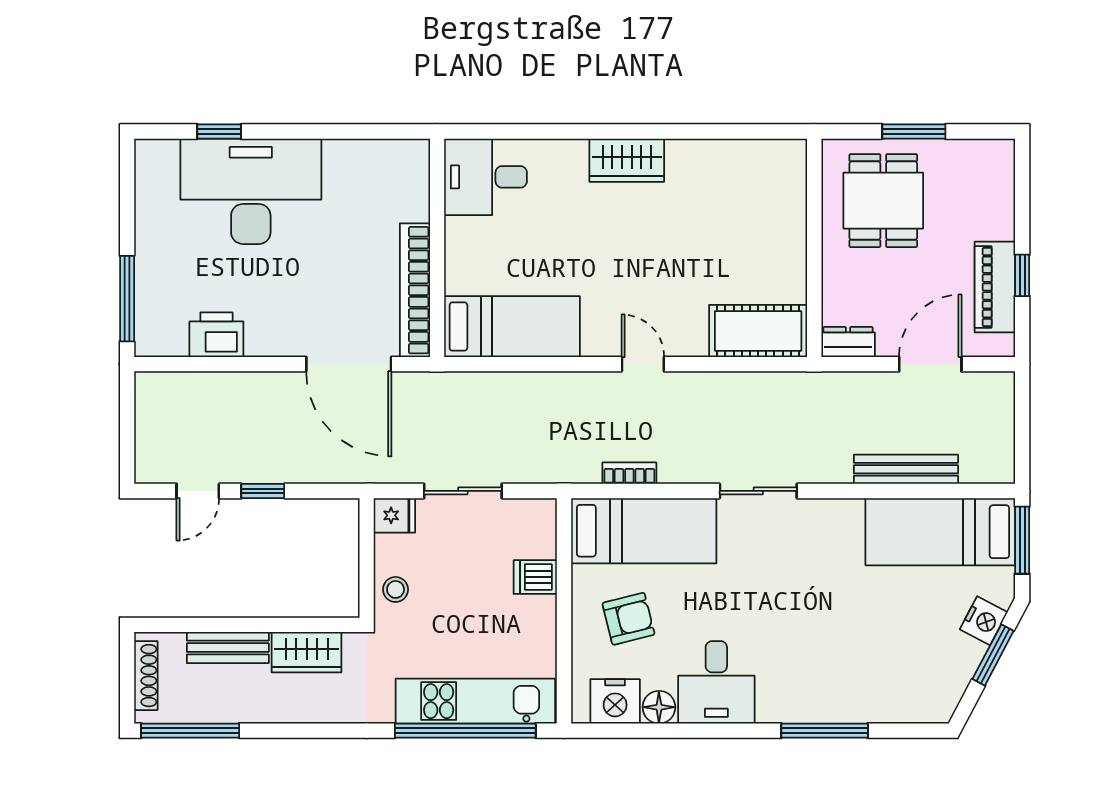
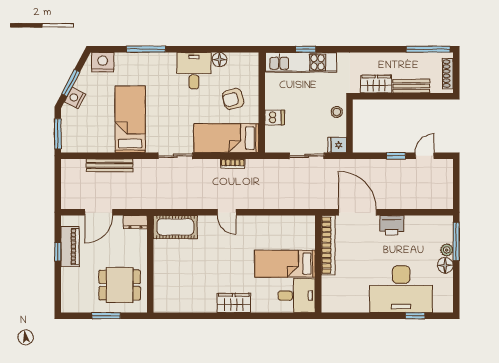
dining table: (883, 201) -> (120, 285), turned 90
floor lamp: (152, 245) -> (445, 265), added
plant: (148, 279) -> (447, 250), added
bed: (512, 327) -> (285, 264), moved
printer: (216, 335) -> (392, 225), moved
bed: (940, 532) -> (130, 119), moved, turned -90
nightstand: (615, 701) -> (103, 62), moved
window: (465, 731) -> (306, 49), width x0.32

